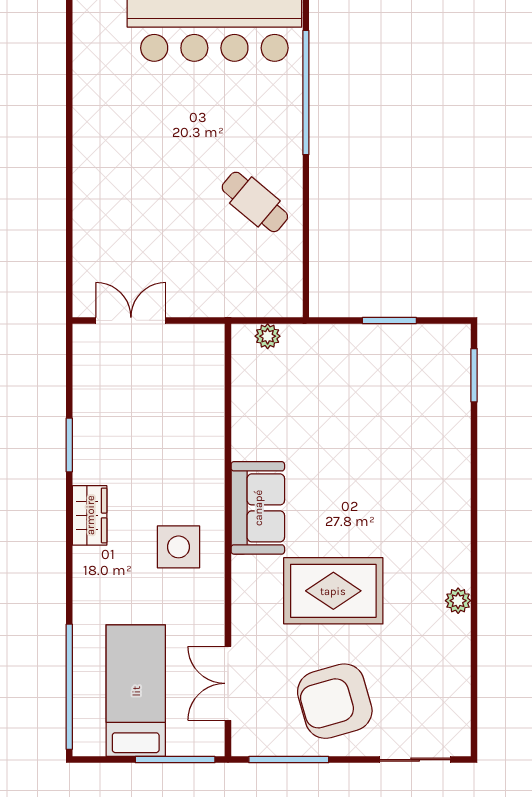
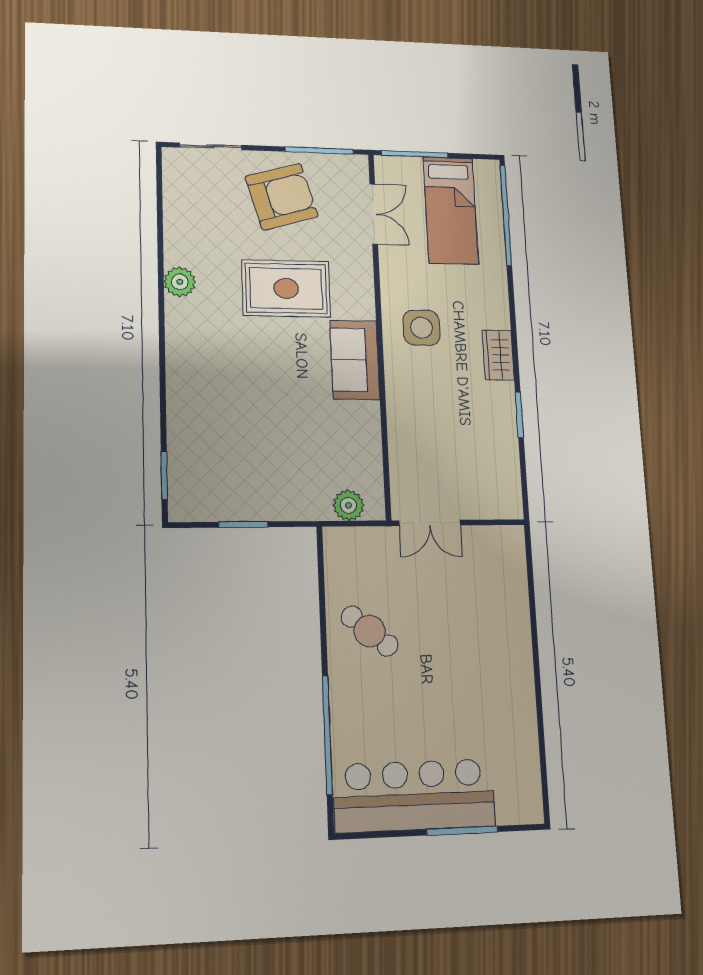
double door: (131, 320) -> (430, 523), moved
plant: (268, 336) -> (348, 505), width x1.38, depth x1.38
plant: (458, 601) -> (180, 282), width x1.38, depth x1.38

